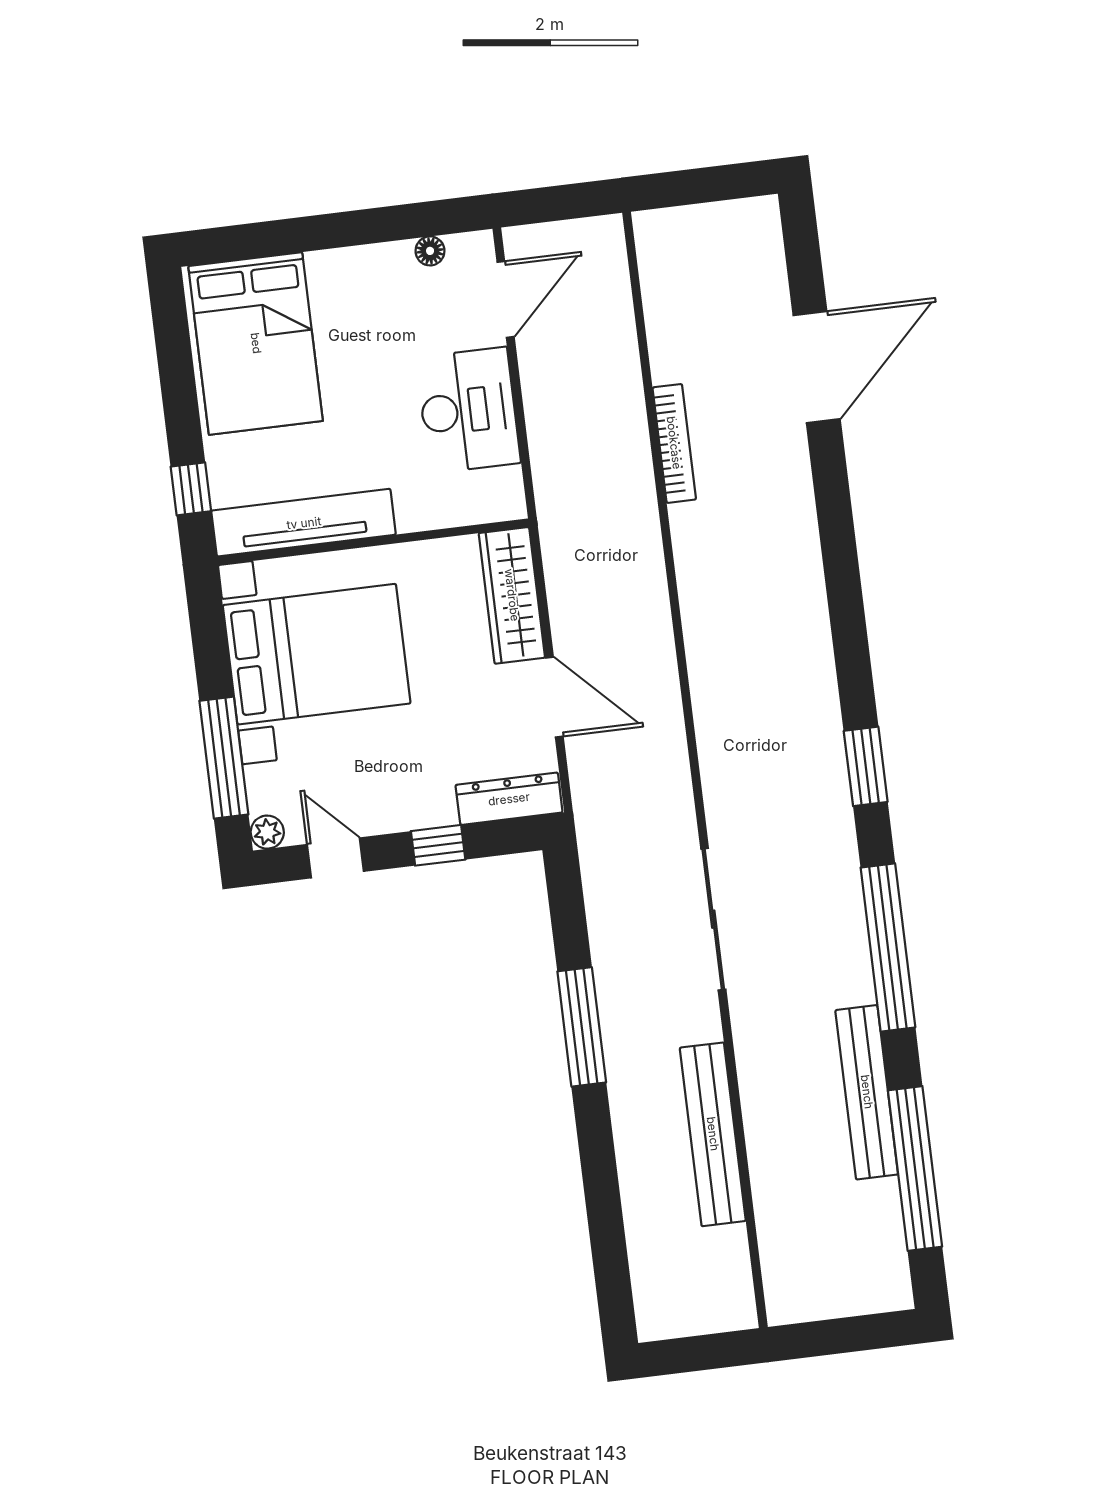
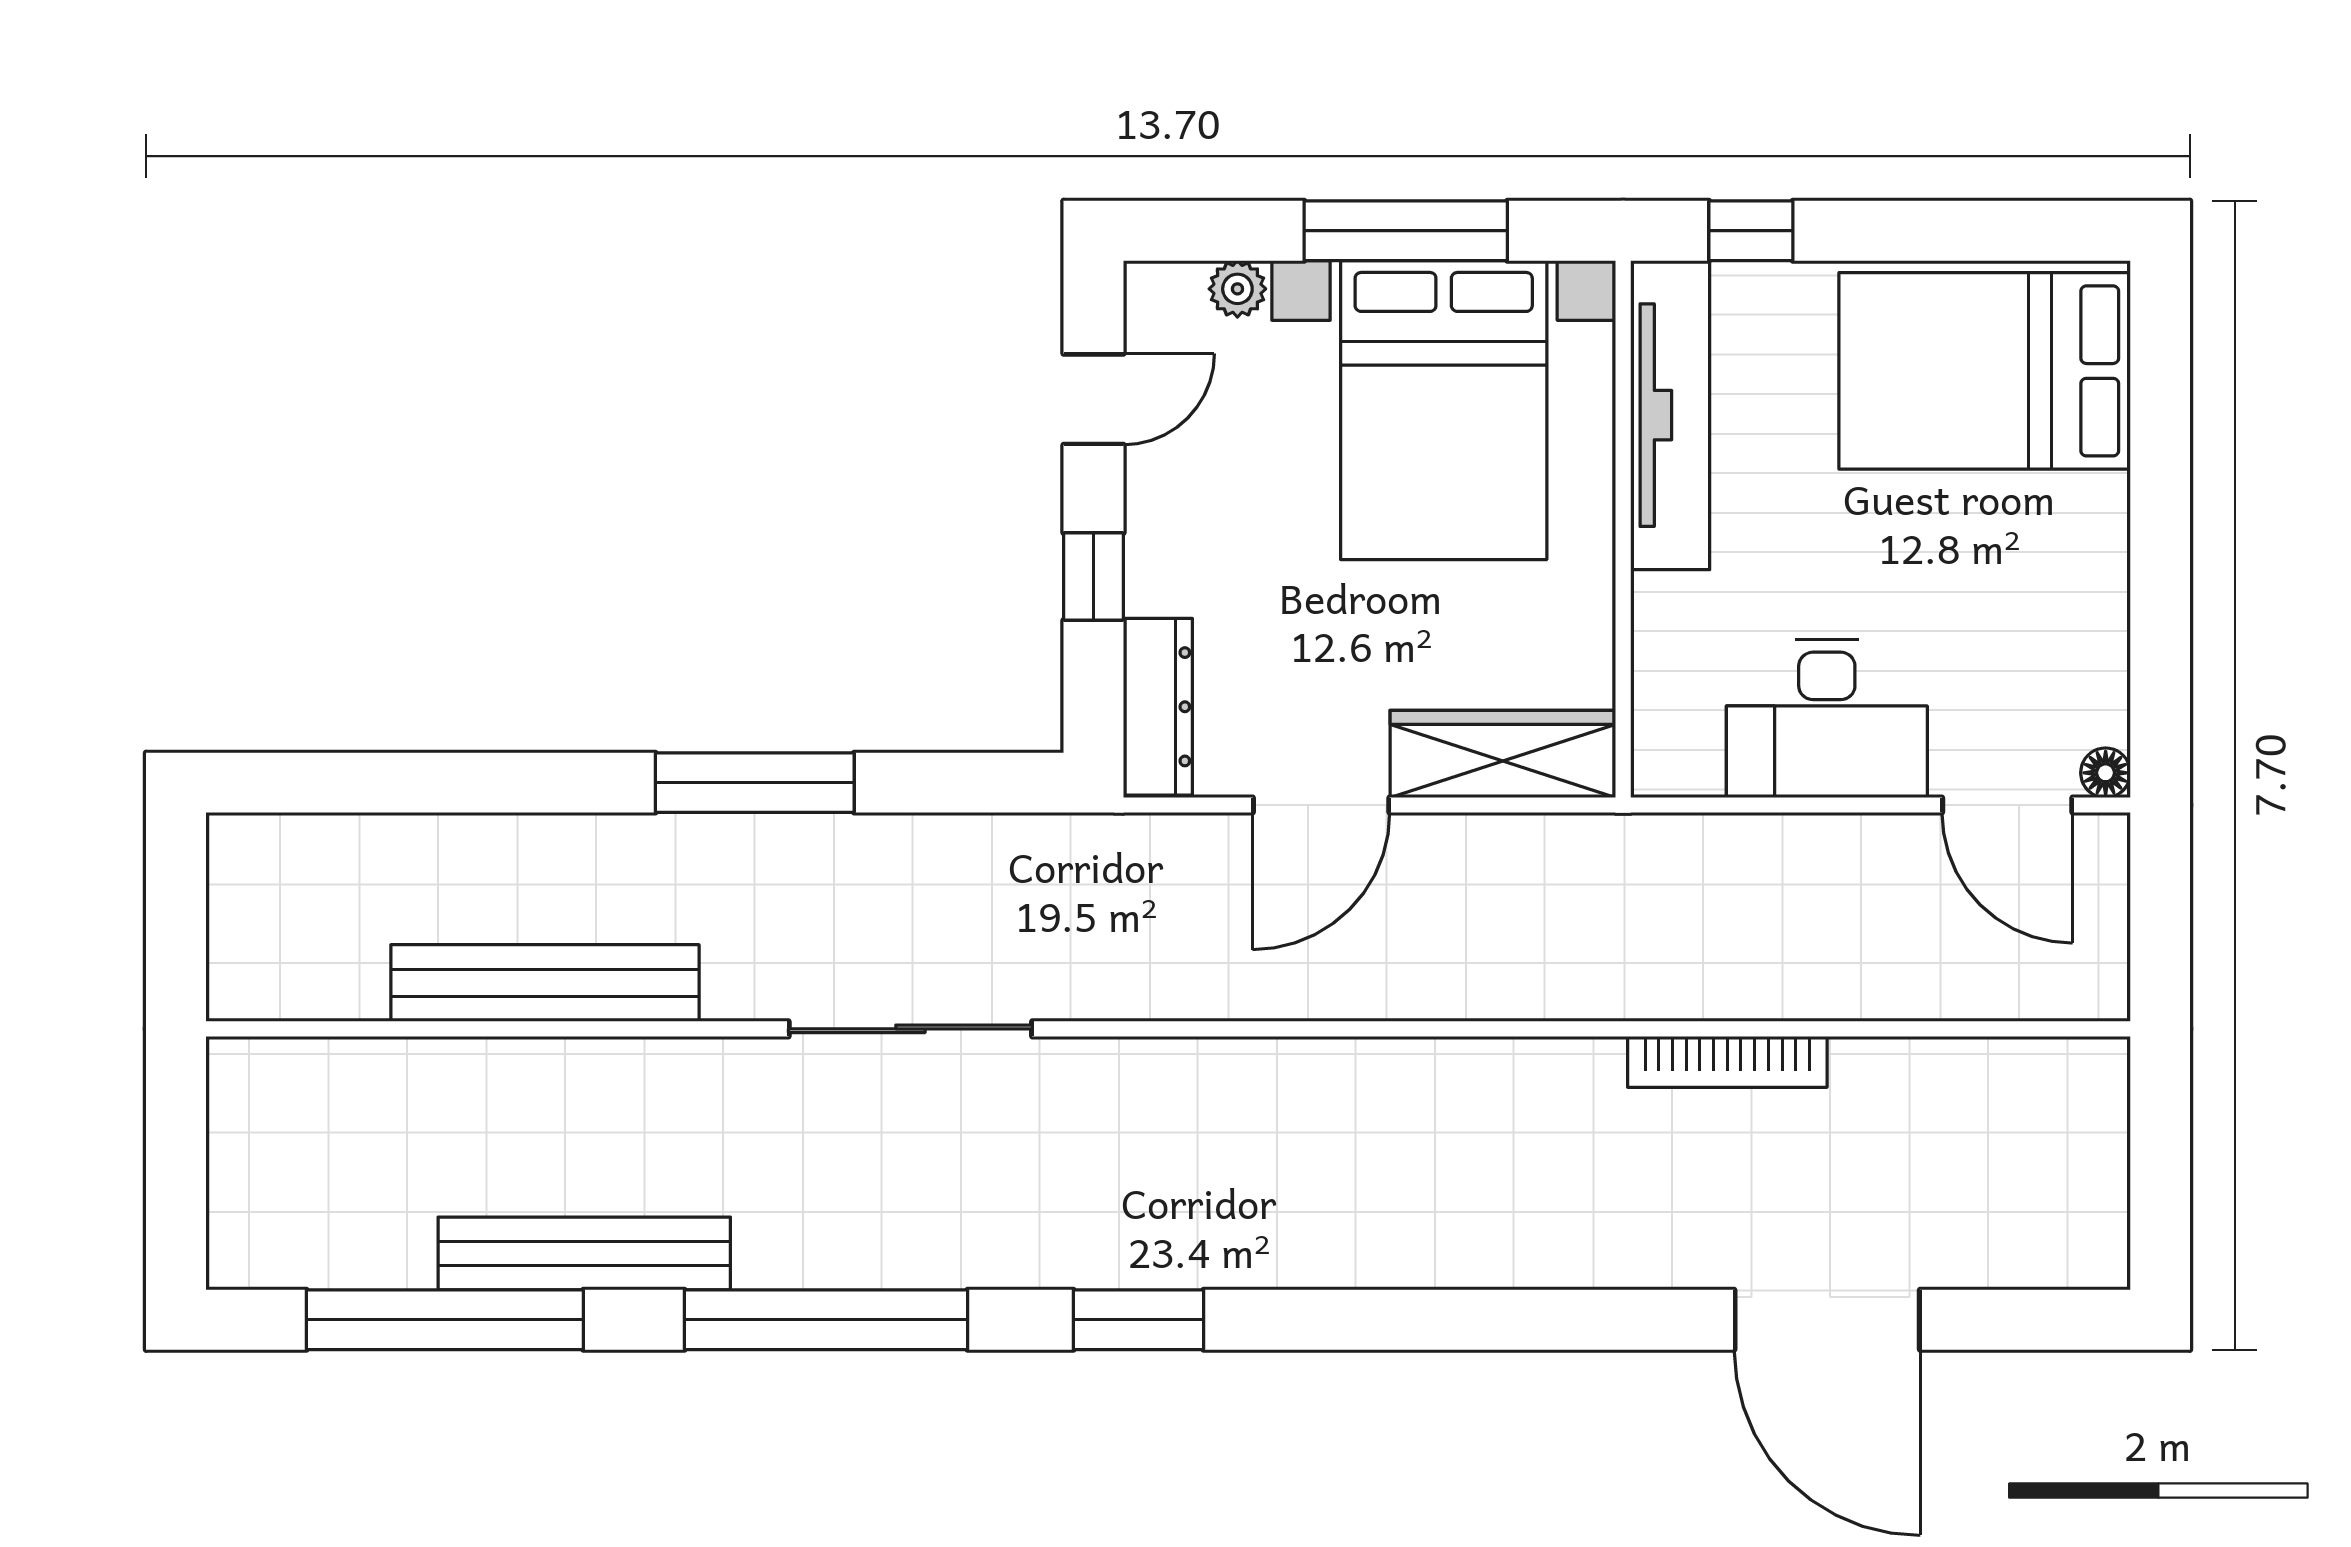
floor lamp: (430, 251) -> (2106, 773), moved
window: (224, 758) -> (1406, 231), moved
plant: (267, 832) -> (1237, 289), moved

